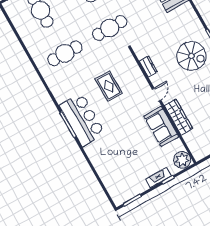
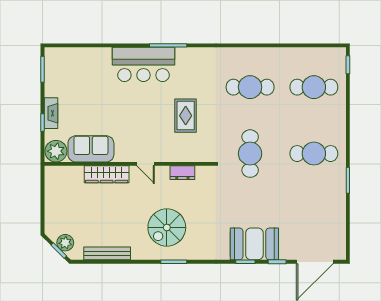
cafe table: (65, 53) -> (250, 87), turned 90
rug: (109, 86) -> (186, 116), turned 90
bar counter: (82, 119) -> (143, 64), moved
sofa: (161, 126) -> (91, 149), moved

